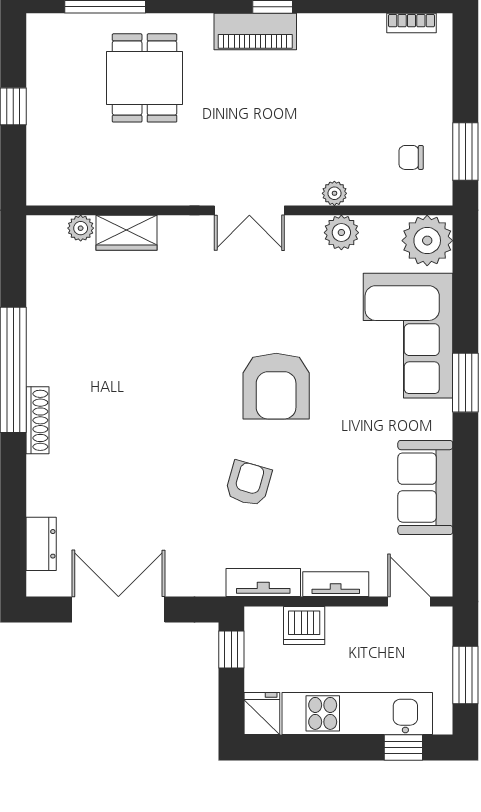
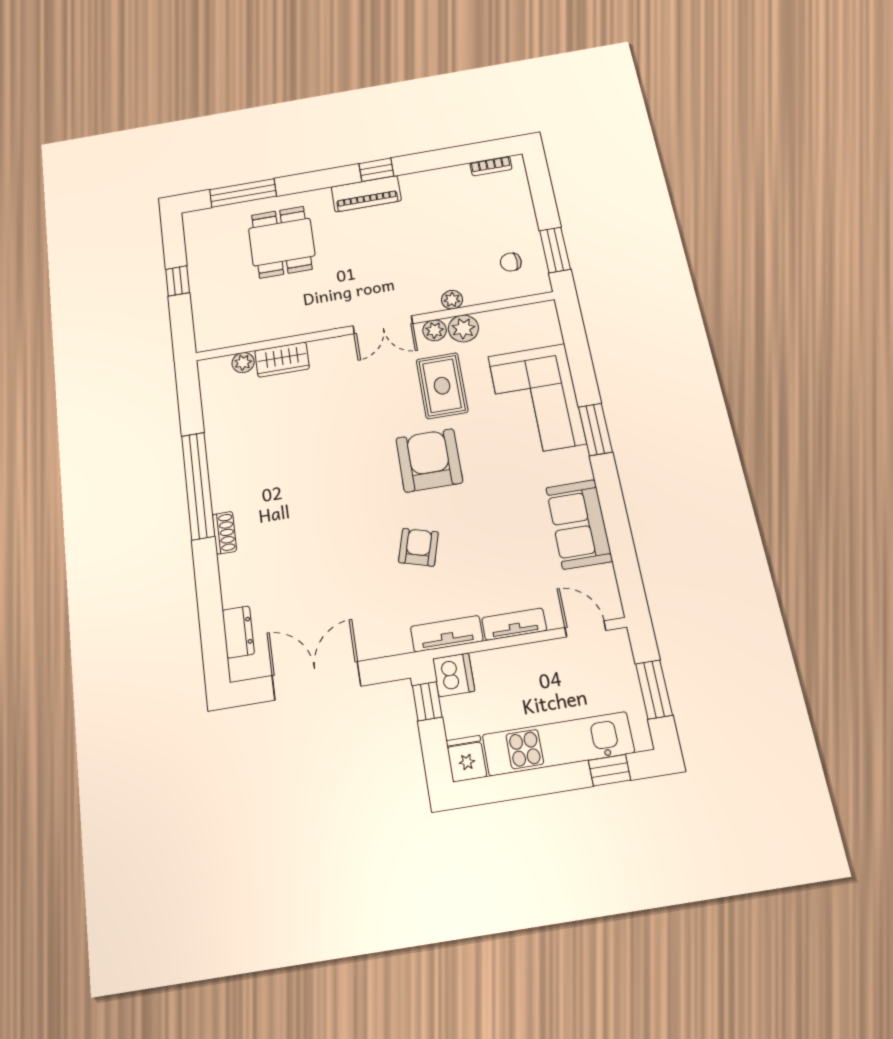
plant: (427, 241) -> (435, 330), moved, width x0.53, depth x0.53
rug: (305, 299) -> (442, 386), added
armchair: (276, 386) -> (429, 460), turned 180
shoe rack: (38, 420) -> (224, 533), width x0.70
dishwasher: (304, 626) -> (454, 675), moved, turned -90

